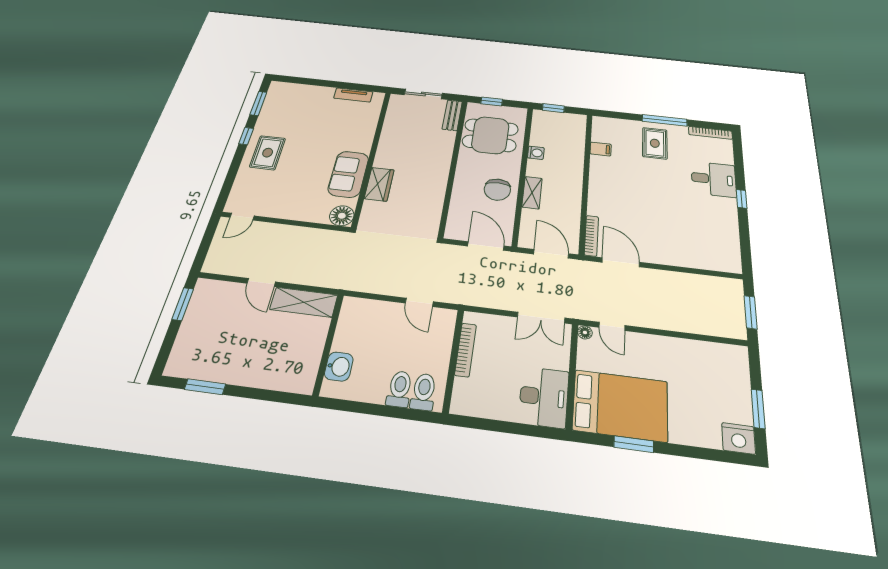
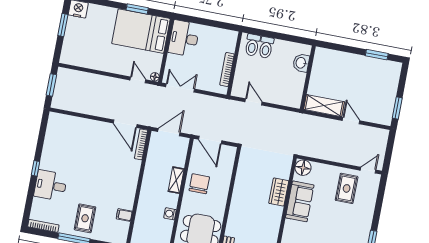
rug: (268, 153) -> (347, 188), moved
door: (551, 254) -> (169, 132), swing flipped

